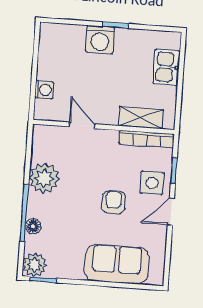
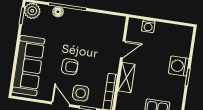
shelving: (141, 118) -> (127, 78), moved
plant: (44, 178) -> (89, 22), removed
sofa: (117, 264) -> (28, 66), width x1.36

